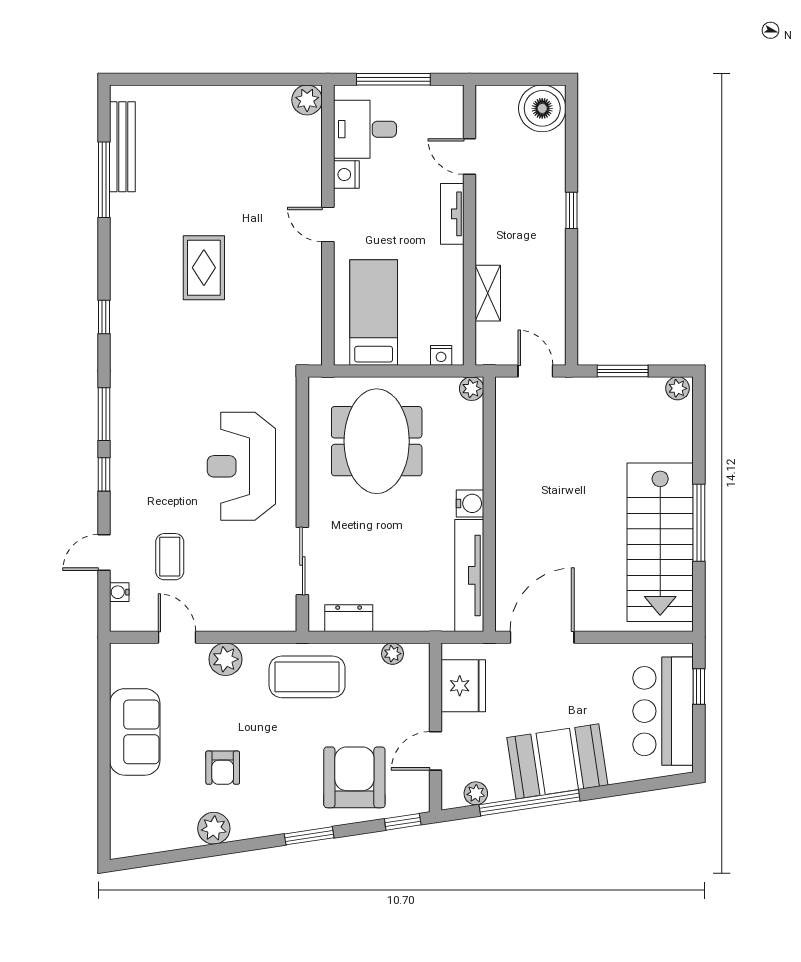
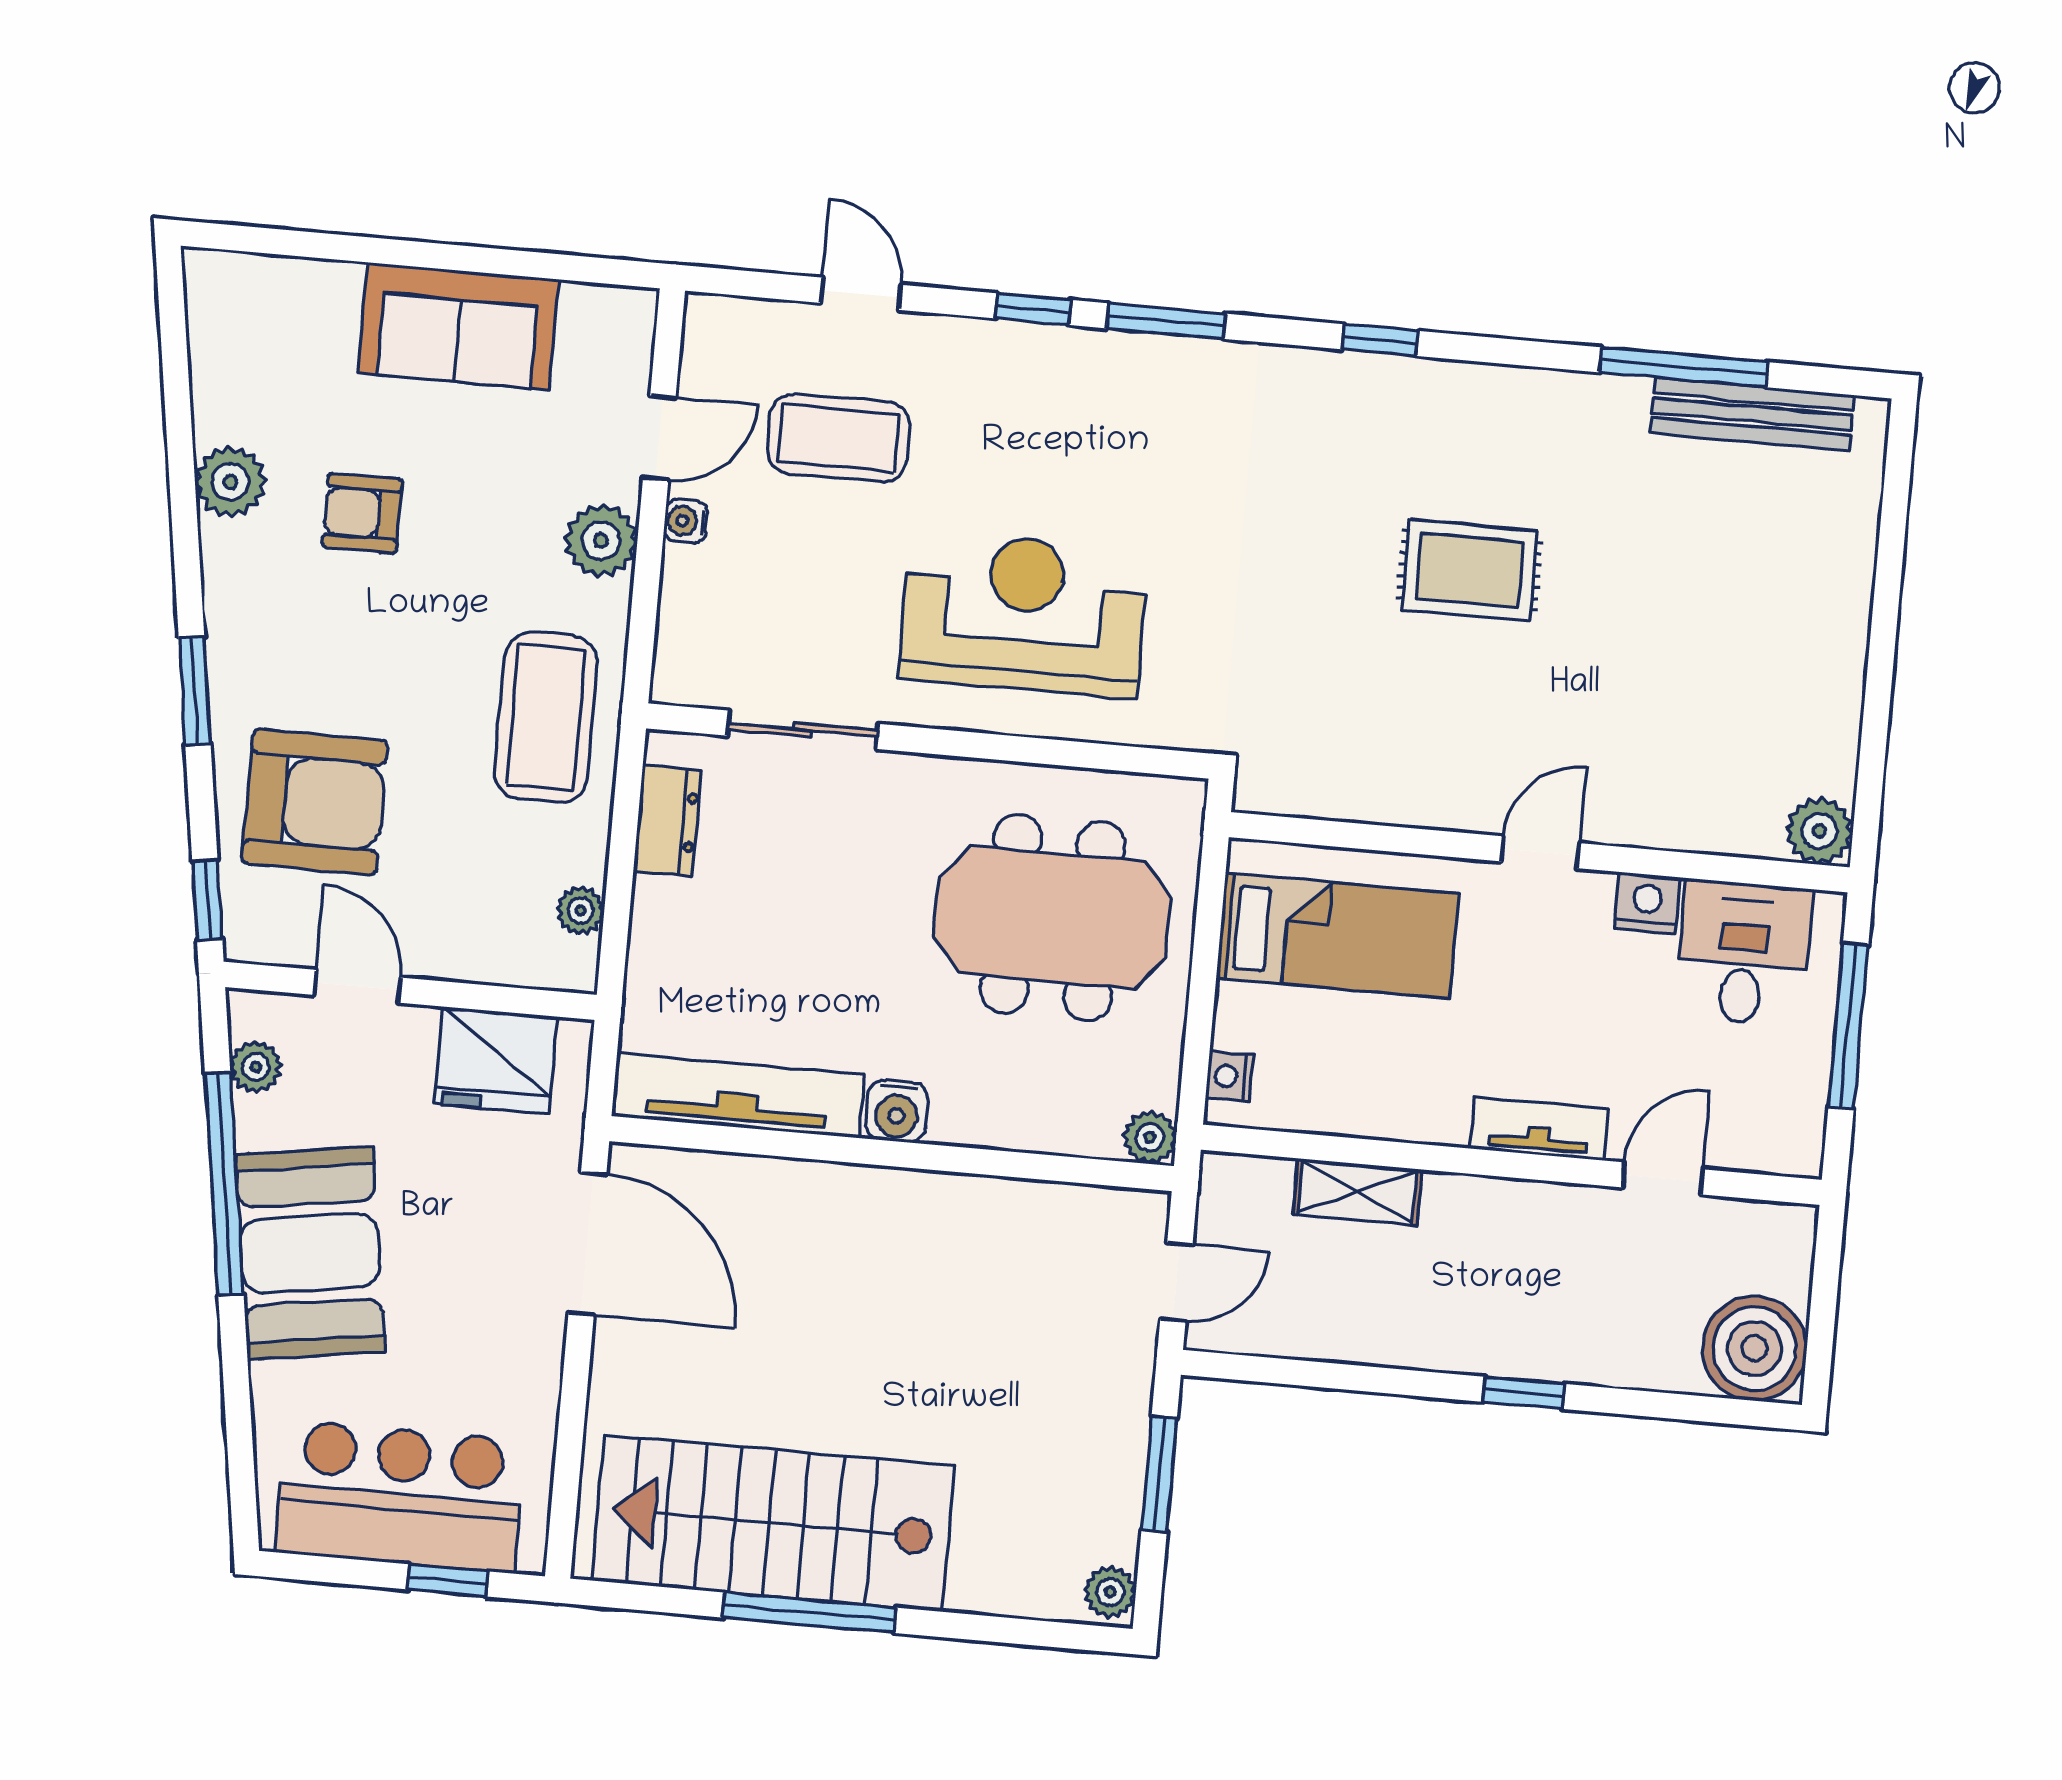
coffee table: (170, 557) -> (838, 438), width x1.36, depth x1.30
water cooler: (119, 592) -> (686, 521), moved, turned -90

